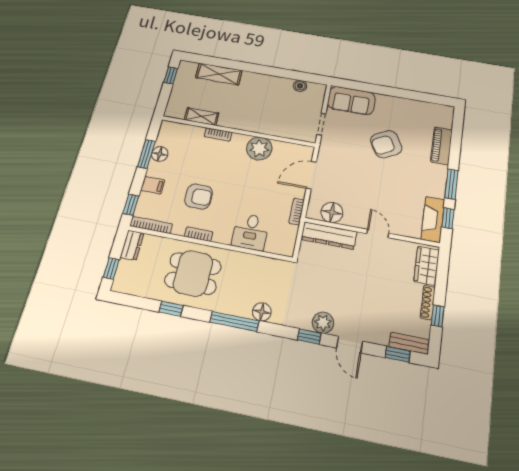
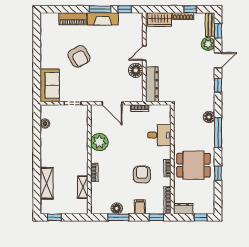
floor lamp: (332, 212) -> (136, 70), moved
fireplace: (433, 219) -> (103, 19), moved
dining table: (193, 273) -> (193, 165), turned 90
plant: (323, 323) -> (208, 44), moved

